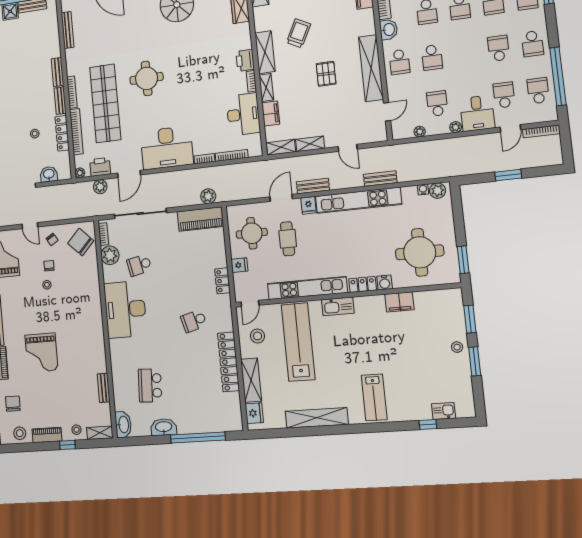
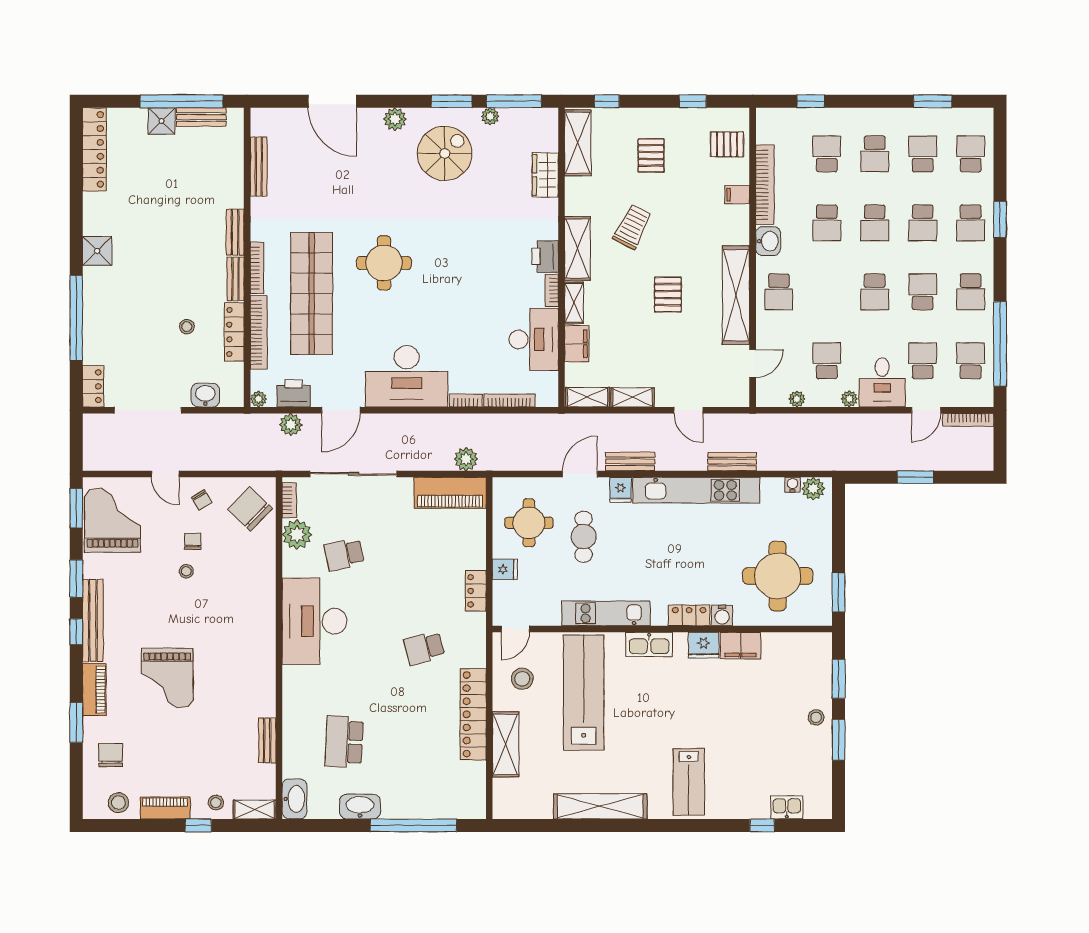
school desk: (432, 57) -> (875, 292), moved
kitchen unit: (307, 288) -> (606, 613), width x0.73
fridge: (254, 413) -> (704, 645), moved, turned 90

